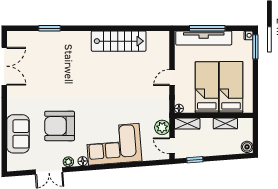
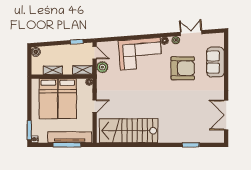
stairs: (119, 41) -> (129, 131), width x1.36, depth x1.51

